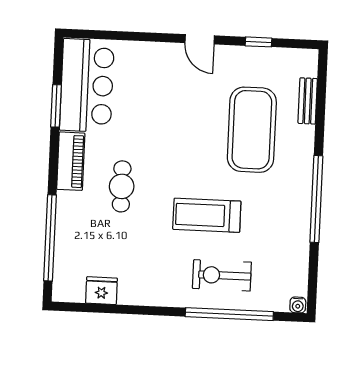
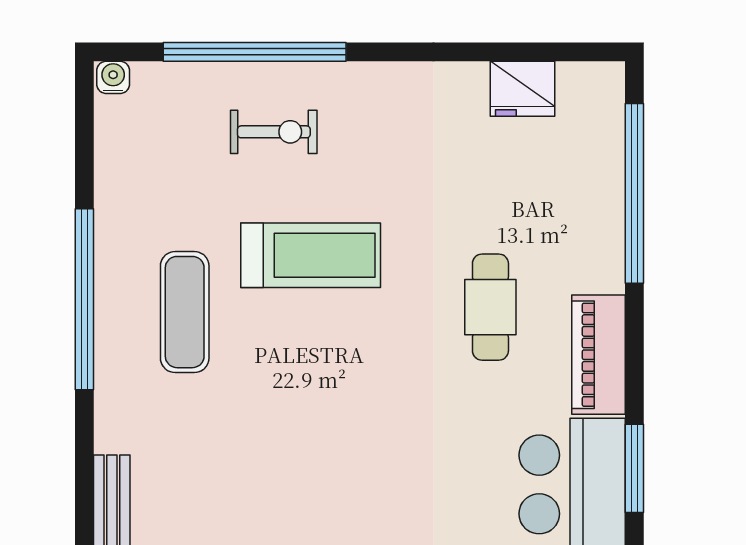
exercise mat: (252, 130) -> (185, 312), moved, width x0.50, depth x0.69
exercise bike: (222, 275) -> (274, 132), width x0.73, depth x0.72

